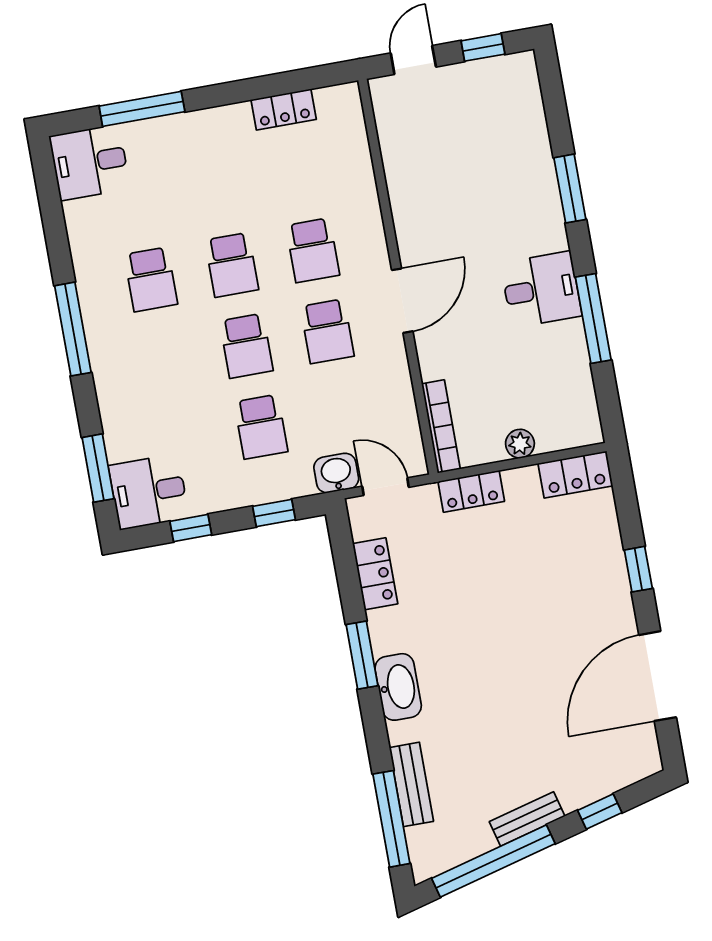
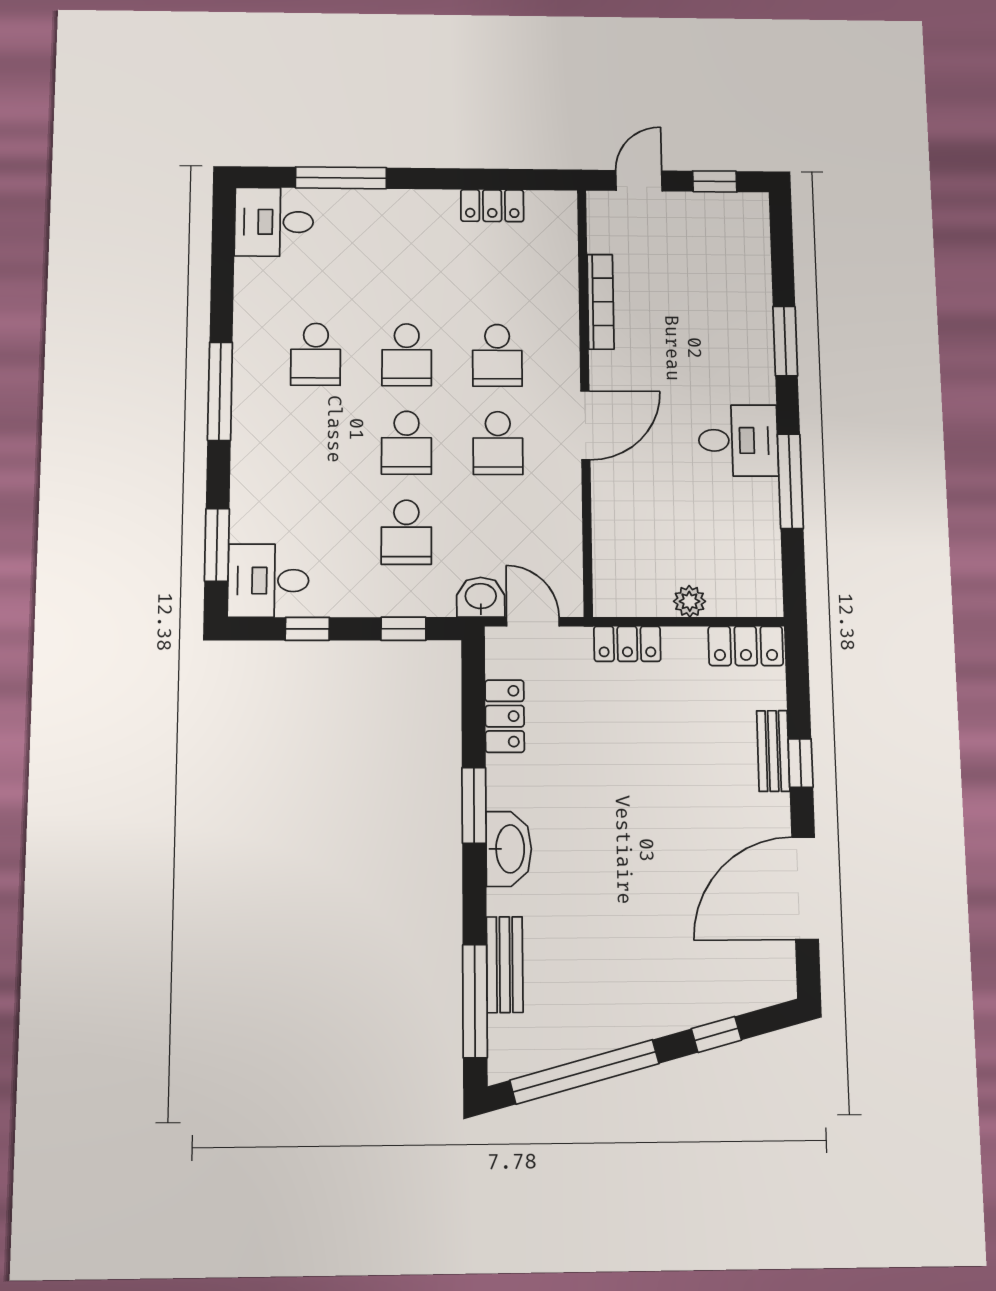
bookcase: (441, 426) -> (601, 302), moved
bench: (527, 819) -> (773, 751), moved, turned -75

